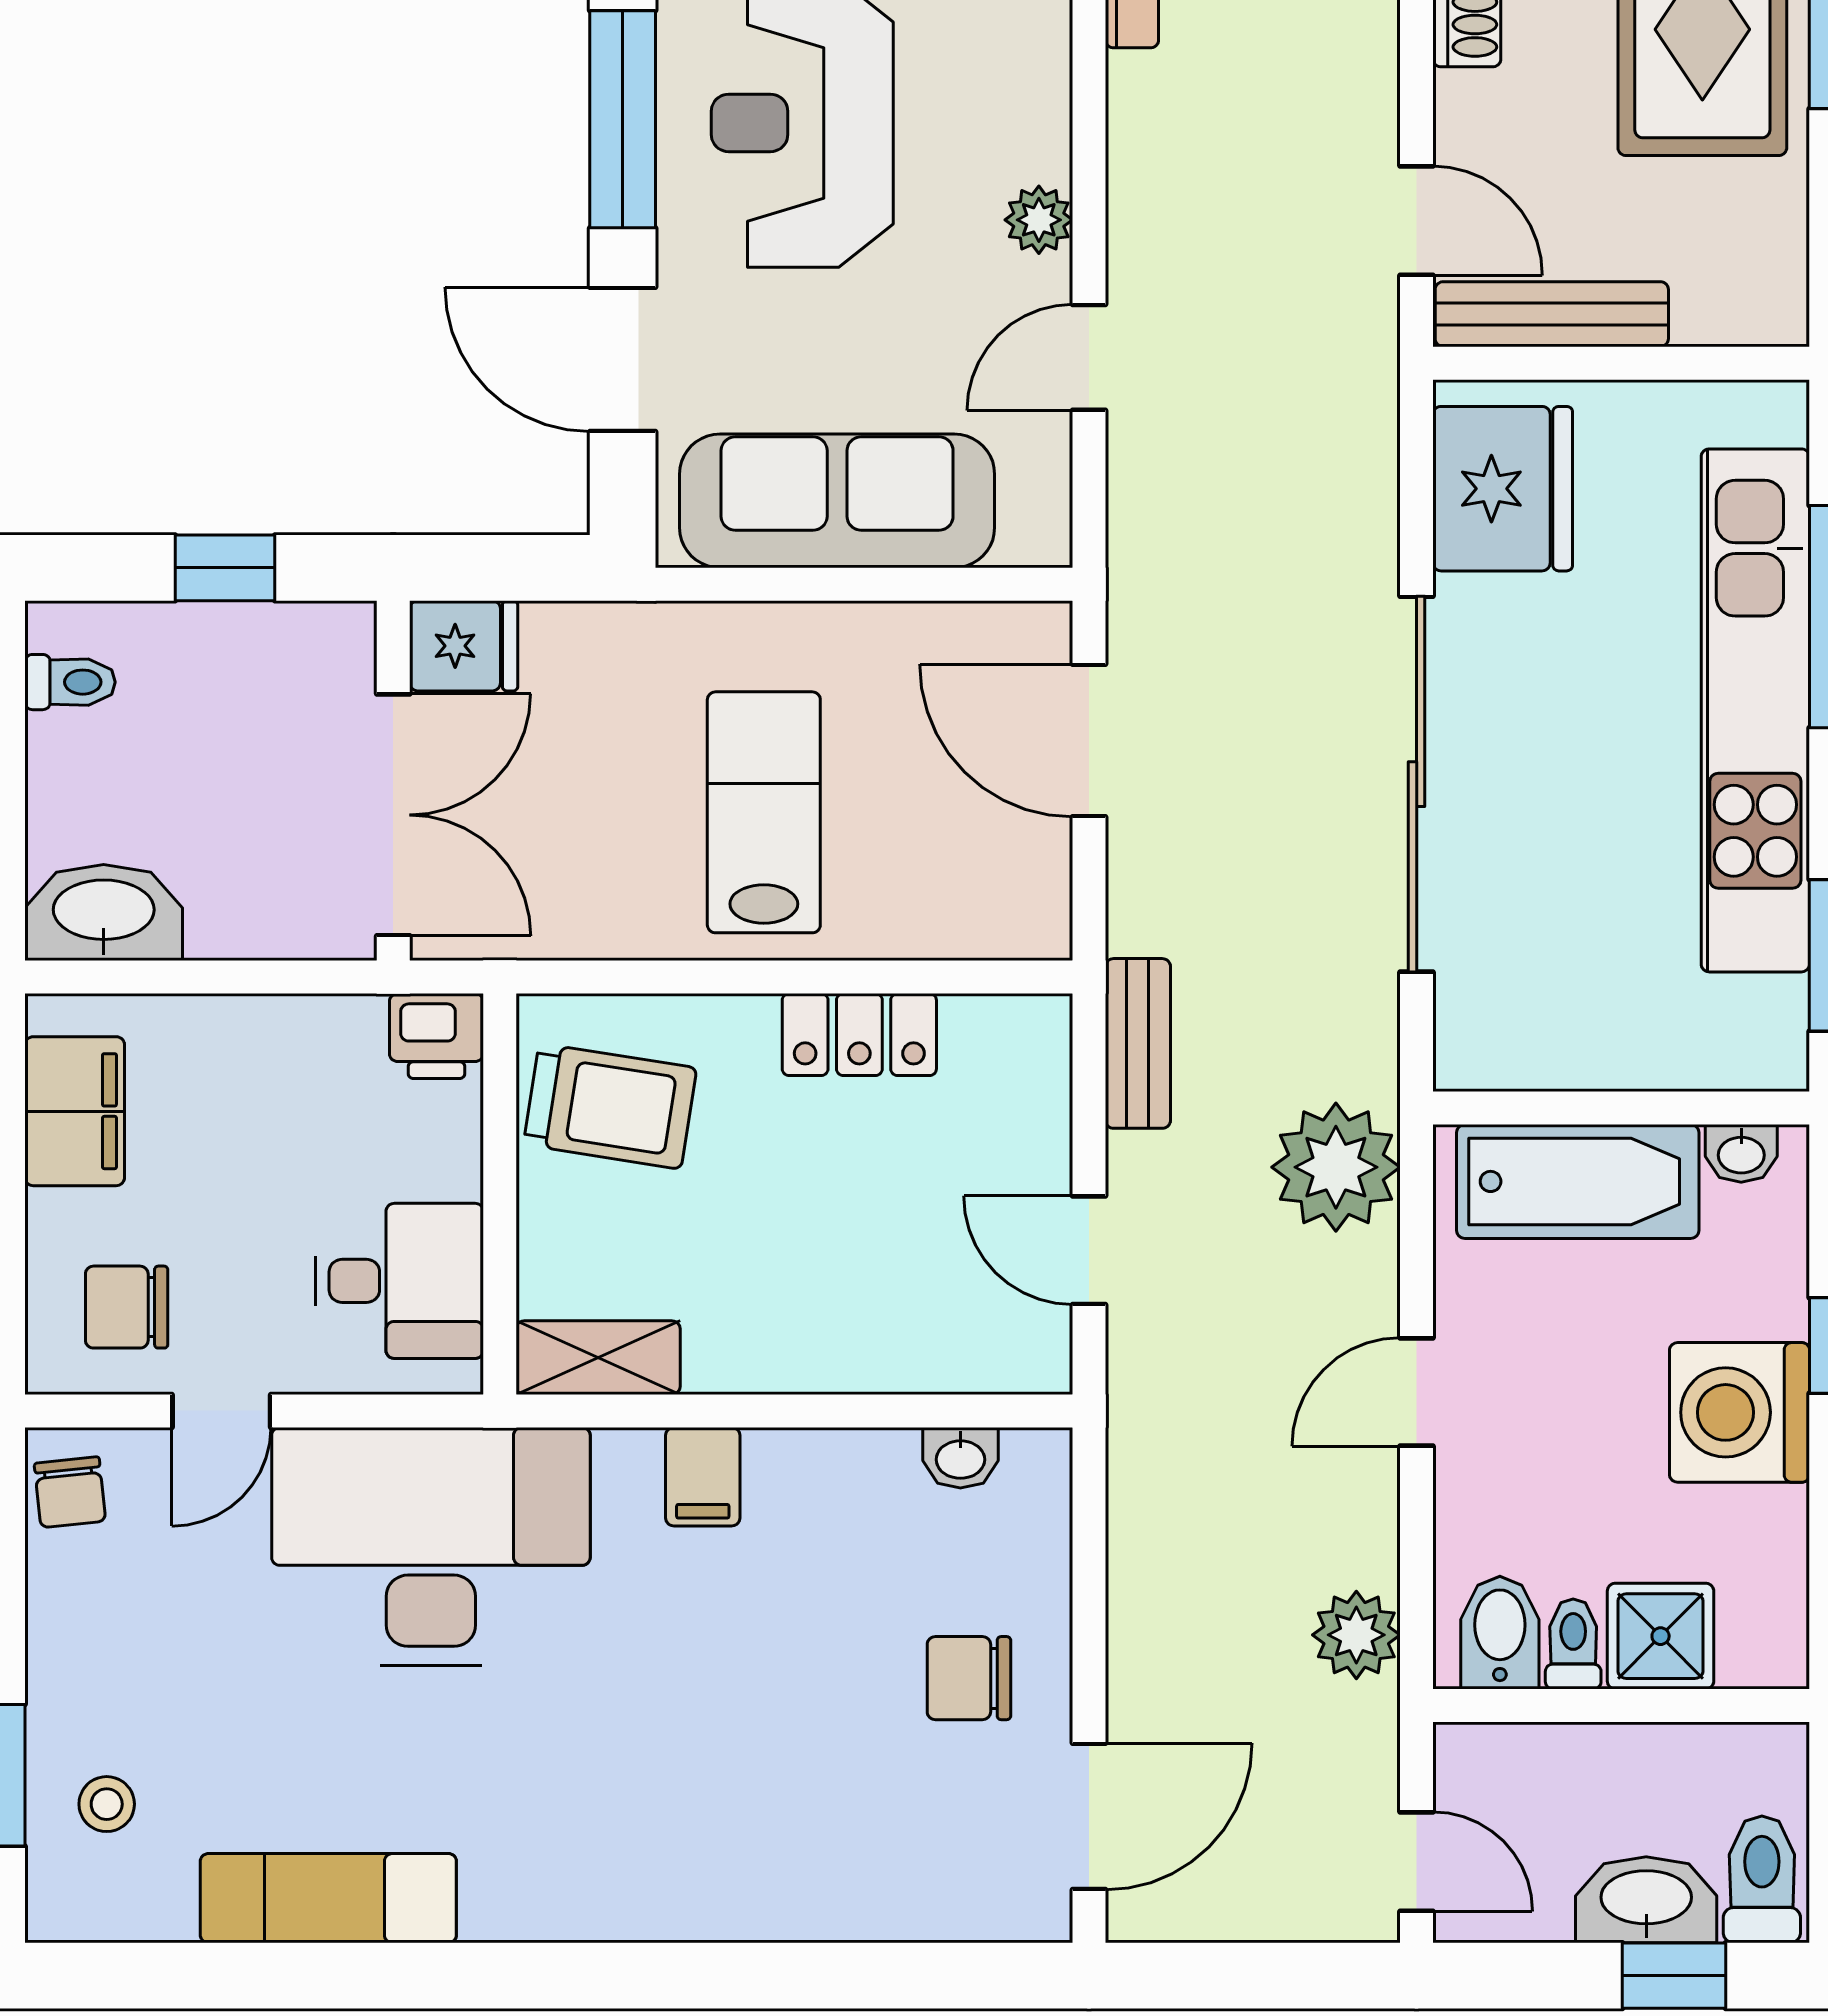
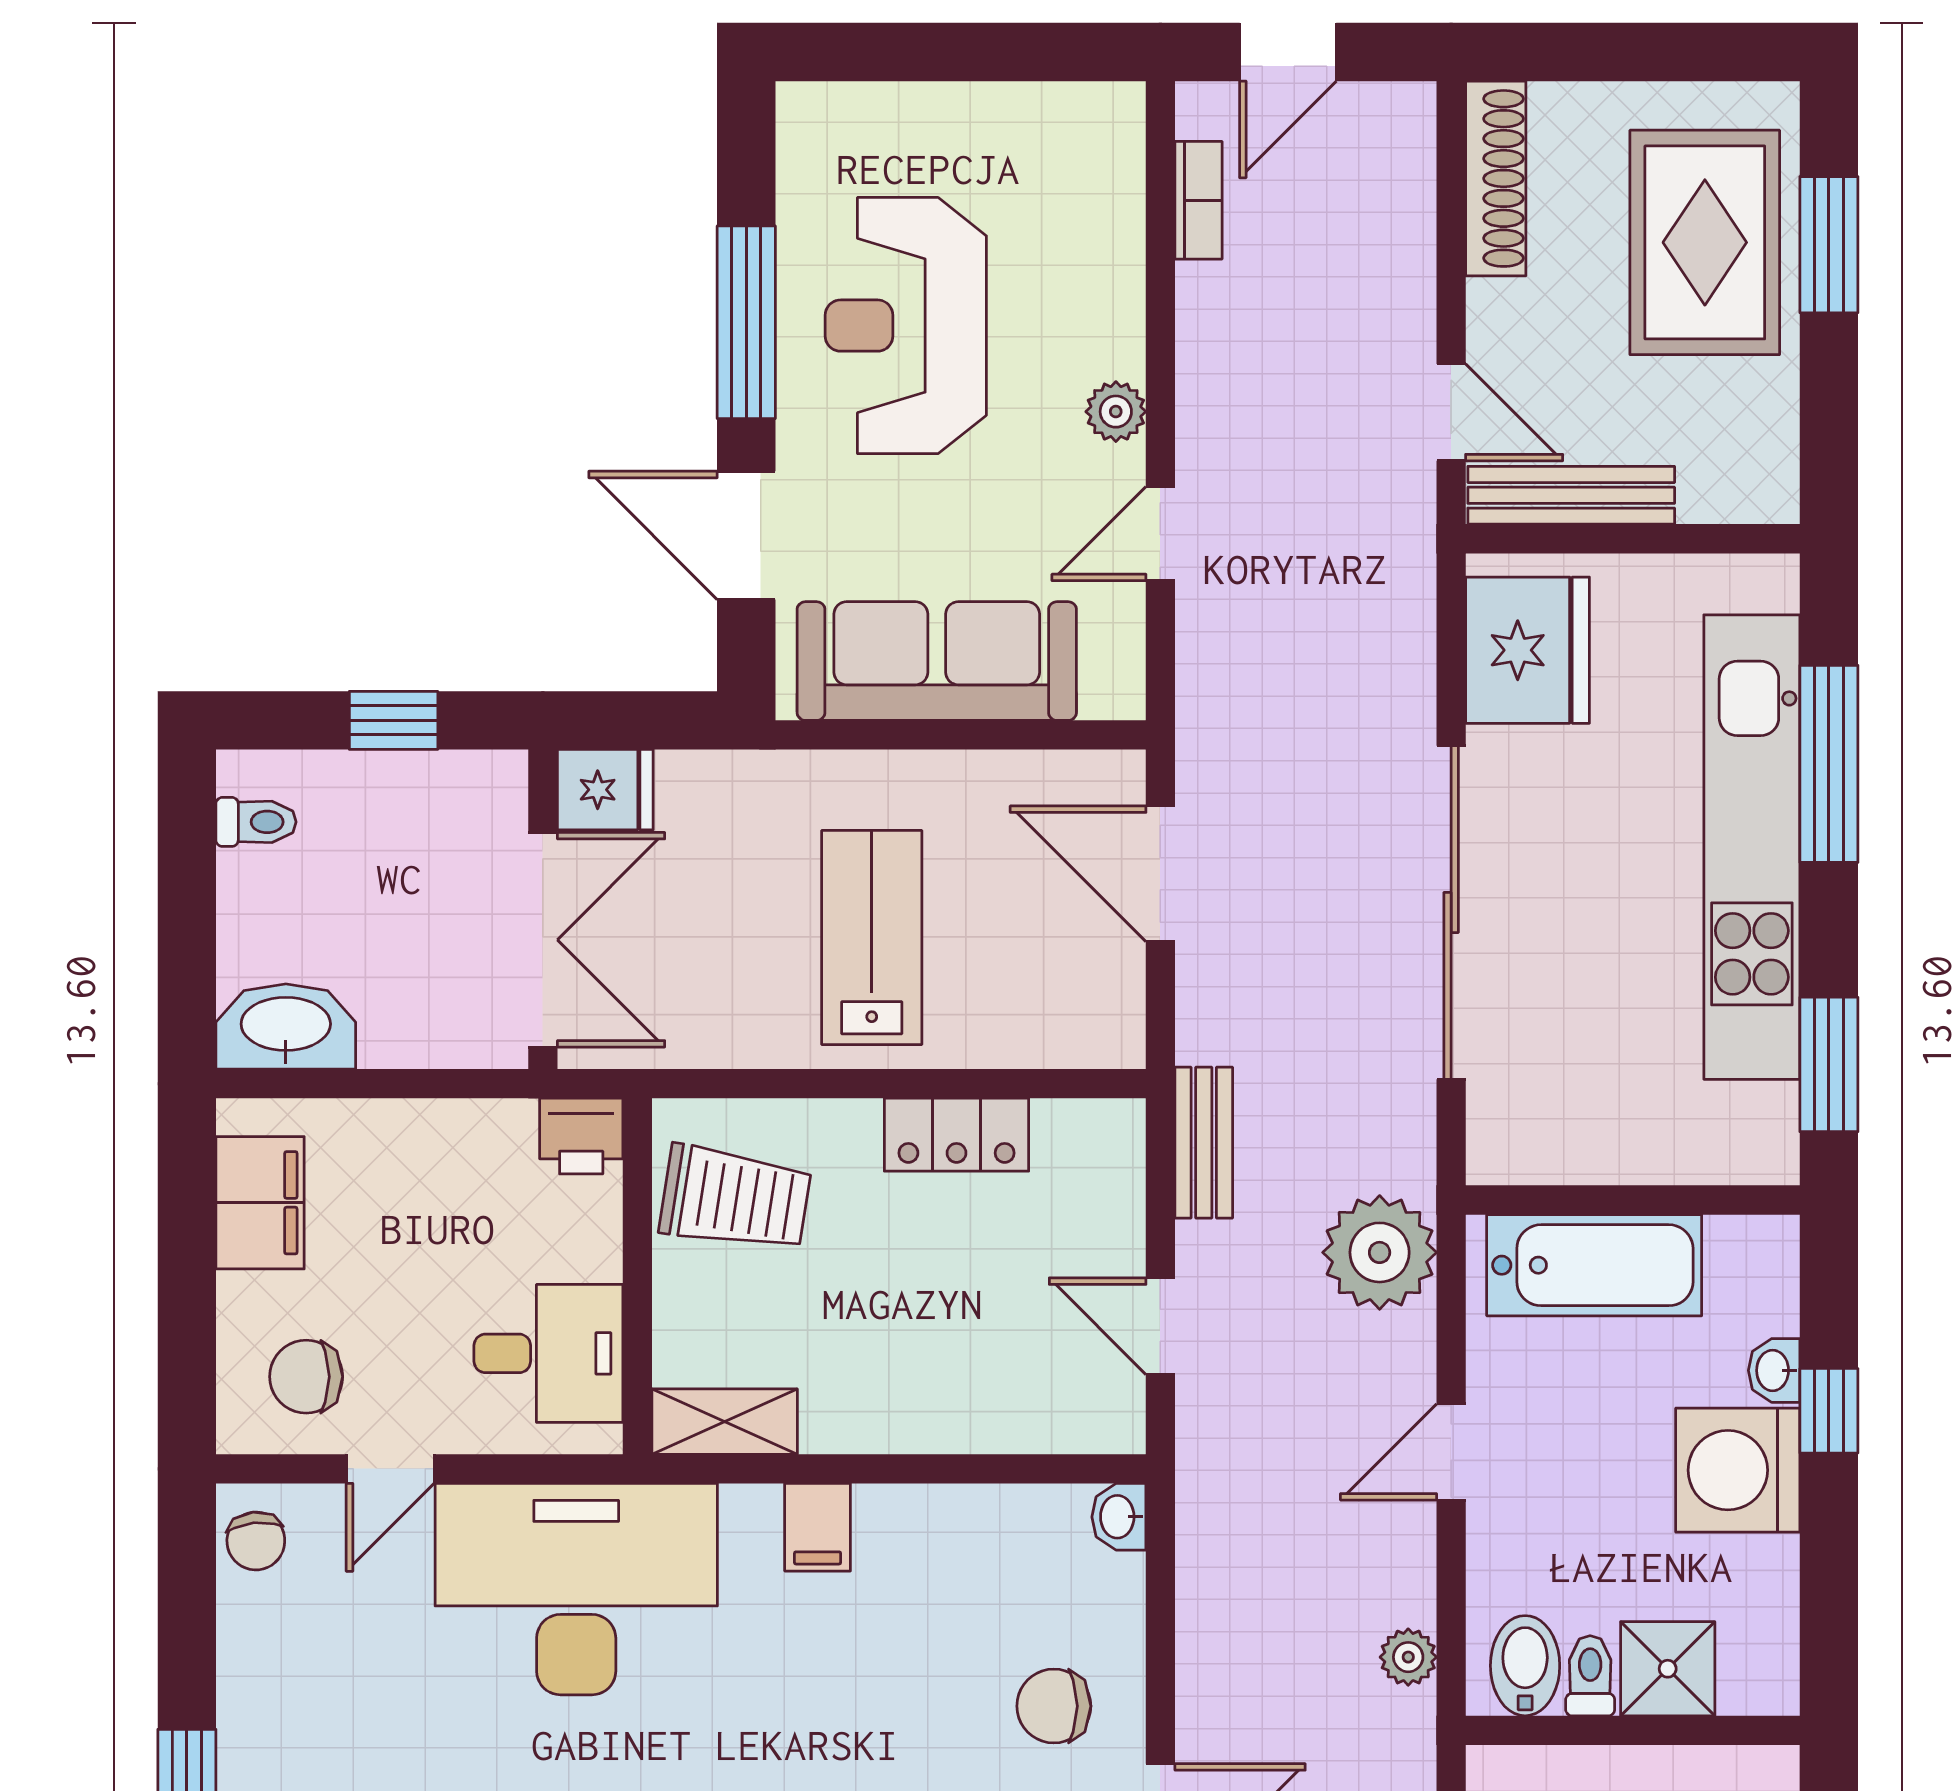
washbasin: (1741, 1153) -> (1774, 1370), moved, turned 90
washbasin: (960, 1458) -> (1119, 1517), moved, turned 90
plant: (1356, 1635) -> (1408, 1657), width x0.73, depth x0.73

